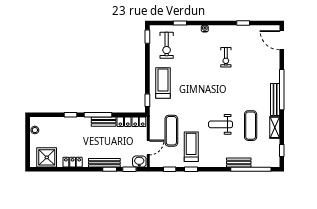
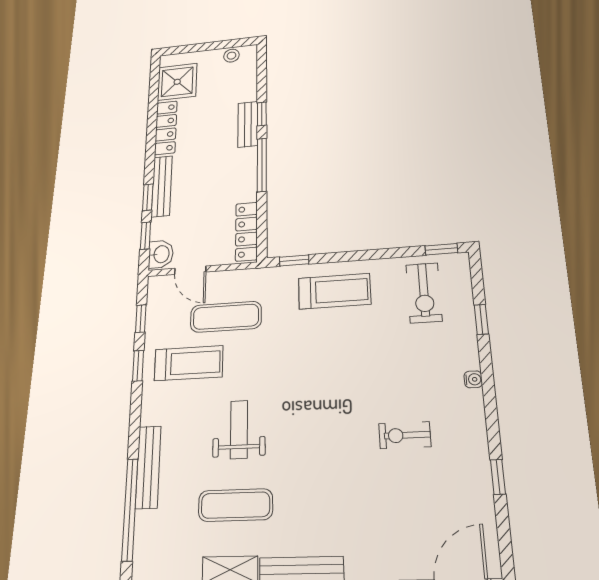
exercise bike: (167, 45) -> (424, 293), turned -90
bench: (104, 122) -> (248, 124), moved
locker: (73, 162) -> (166, 128), width x1.53
bench: (239, 163) -> (148, 467), width x1.36

